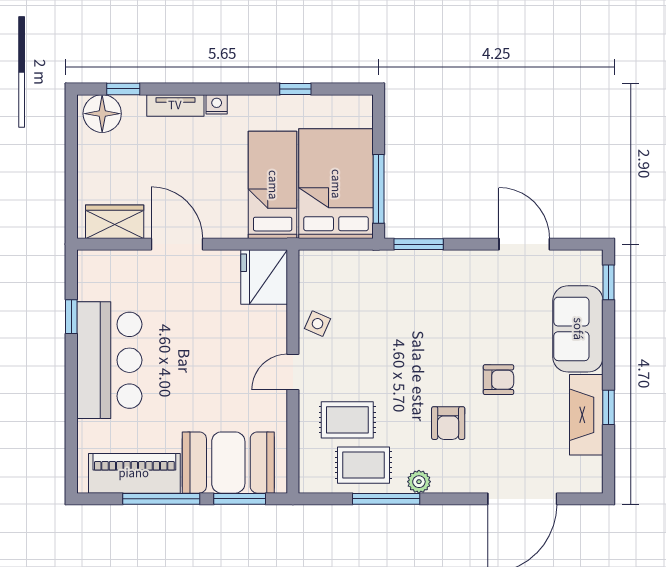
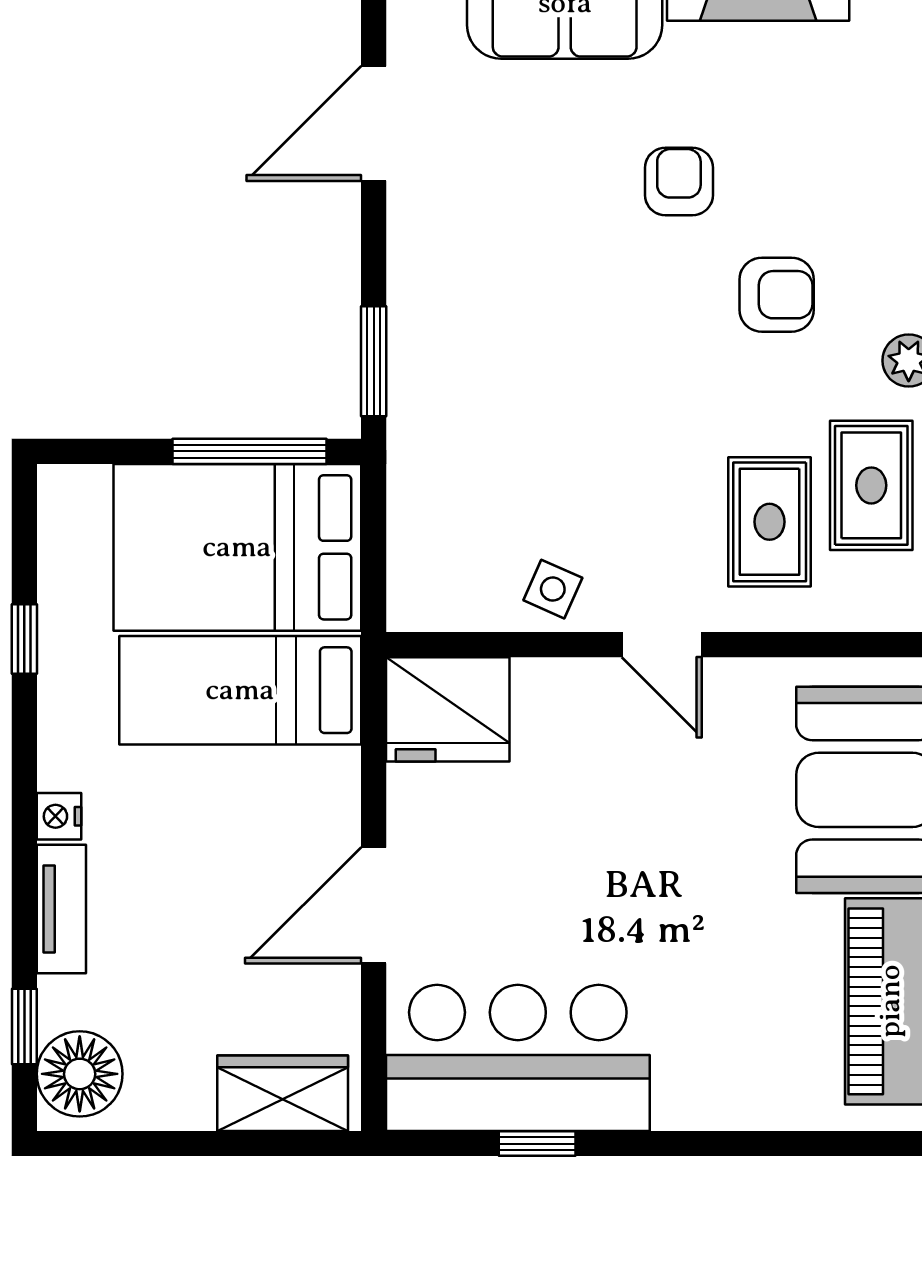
wardrobe: (115, 222) -> (283, 1093), moved, turned 90
bar counter: (109, 360) -> (518, 1058), moved

